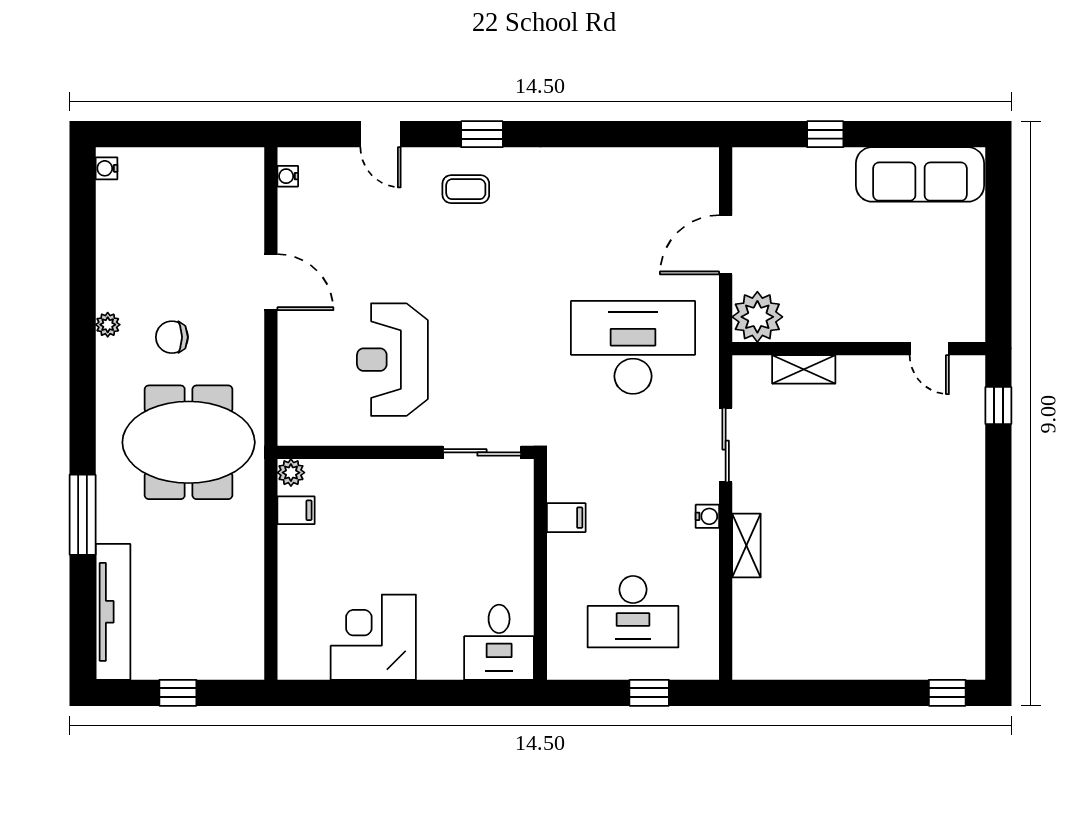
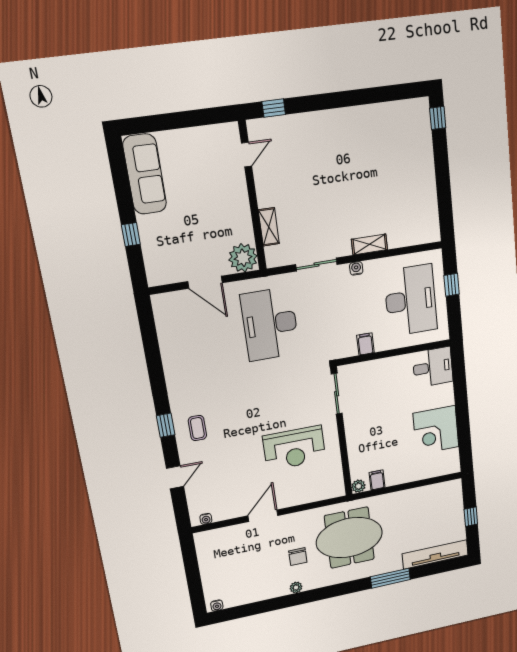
meeting table: (189, 442) -> (349, 538), turned 90
desk: (633, 612) -> (411, 300), width x1.36, depth x1.30

